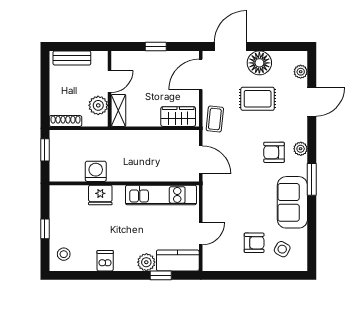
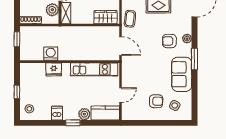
window: (161, 275) -> (73, 123), moved

